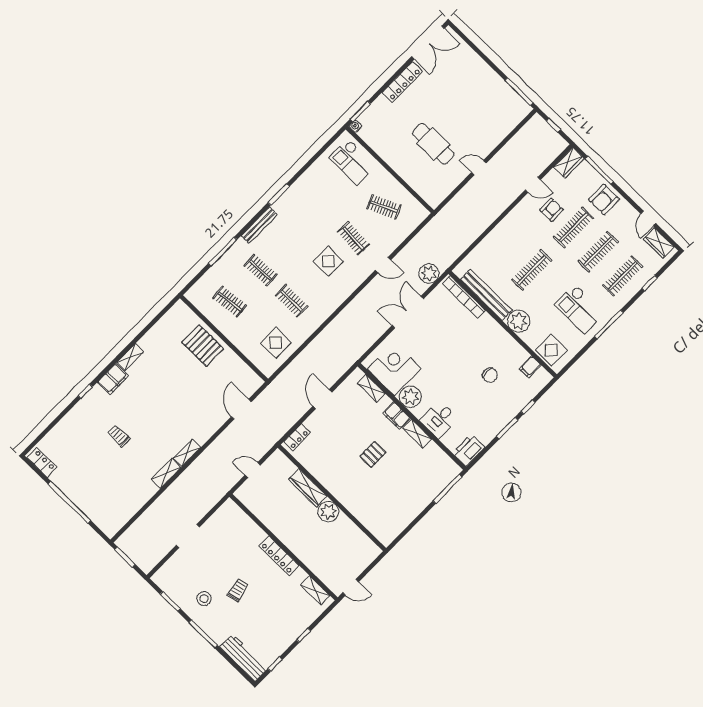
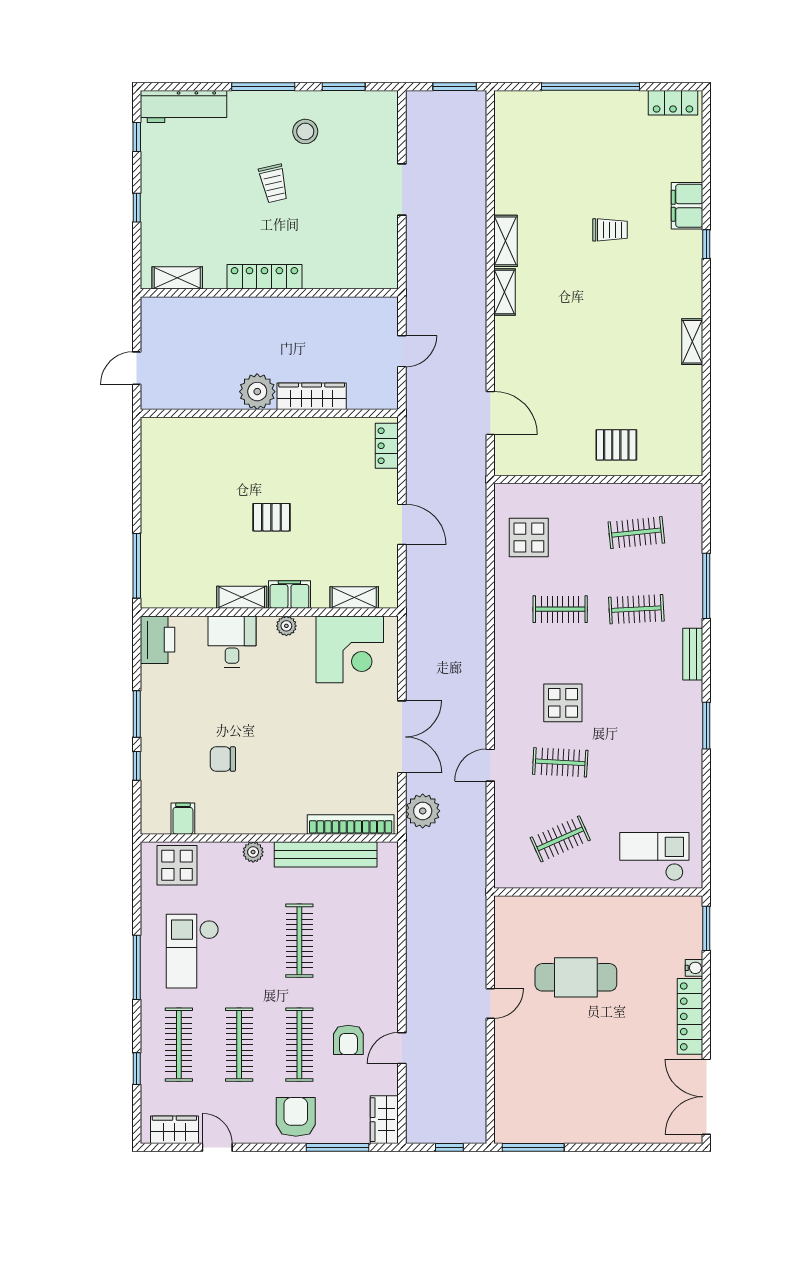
water cooler: (356, 126) -> (694, 968), moved
bench: (259, 225) -> (693, 654), width x0.73
checkout: (580, 309) -> (192, 951), turned -90
plant: (519, 321) -> (253, 852), width x0.53, depth x0.53
pallet: (203, 345) -> (616, 445), width x0.67, depth x0.71
filing cabinet: (113, 379) -> (687, 206), moved
plant: (410, 397) -> (286, 626), width x0.53, depth x0.53
pallet: (373, 454) -> (271, 517), turned 90
door: (351, 587) -> (137, 368), moved

